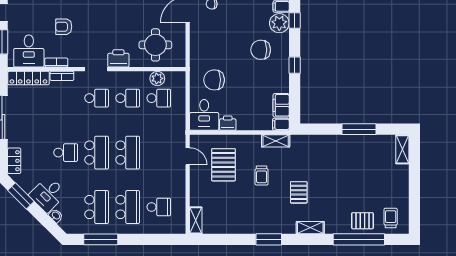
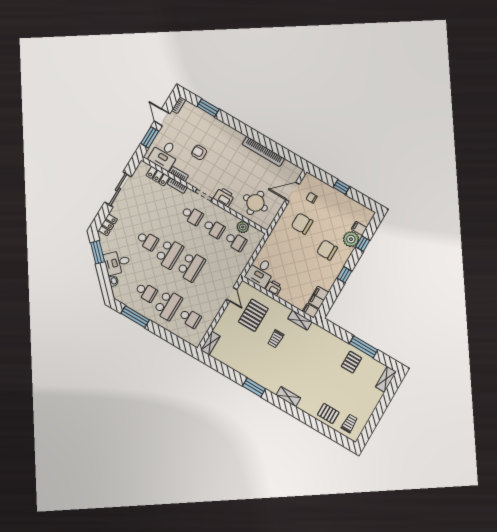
locker: (28, 78) -> (158, 176), width x0.66
chair: (214, 80) -> (302, 224), moved
pallet: (299, 192) -> (351, 362), moved
school desk: (97, 207) -> (146, 292), width x0.54
window: (359, 239) -> (318, 425), removed

